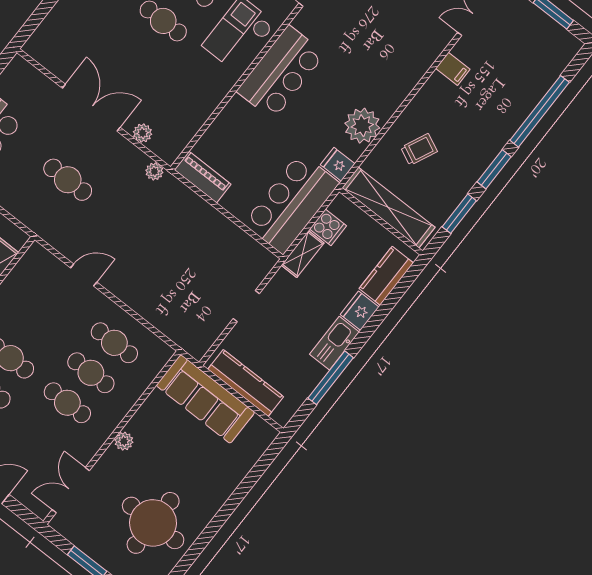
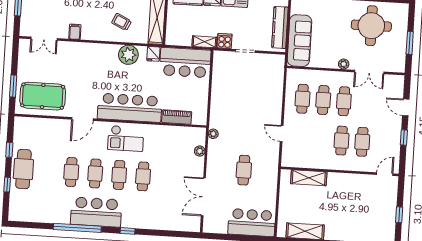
bar counter: (281, 72) -> (130, 108), width x1.36
double door: (91, 108) -> (203, 197), moved
piano: (203, 177) -> (177, 117), moved, turned 90
cooker: (328, 227) -> (225, 41), moved
double door: (71, 490) -> (369, 72), moved

